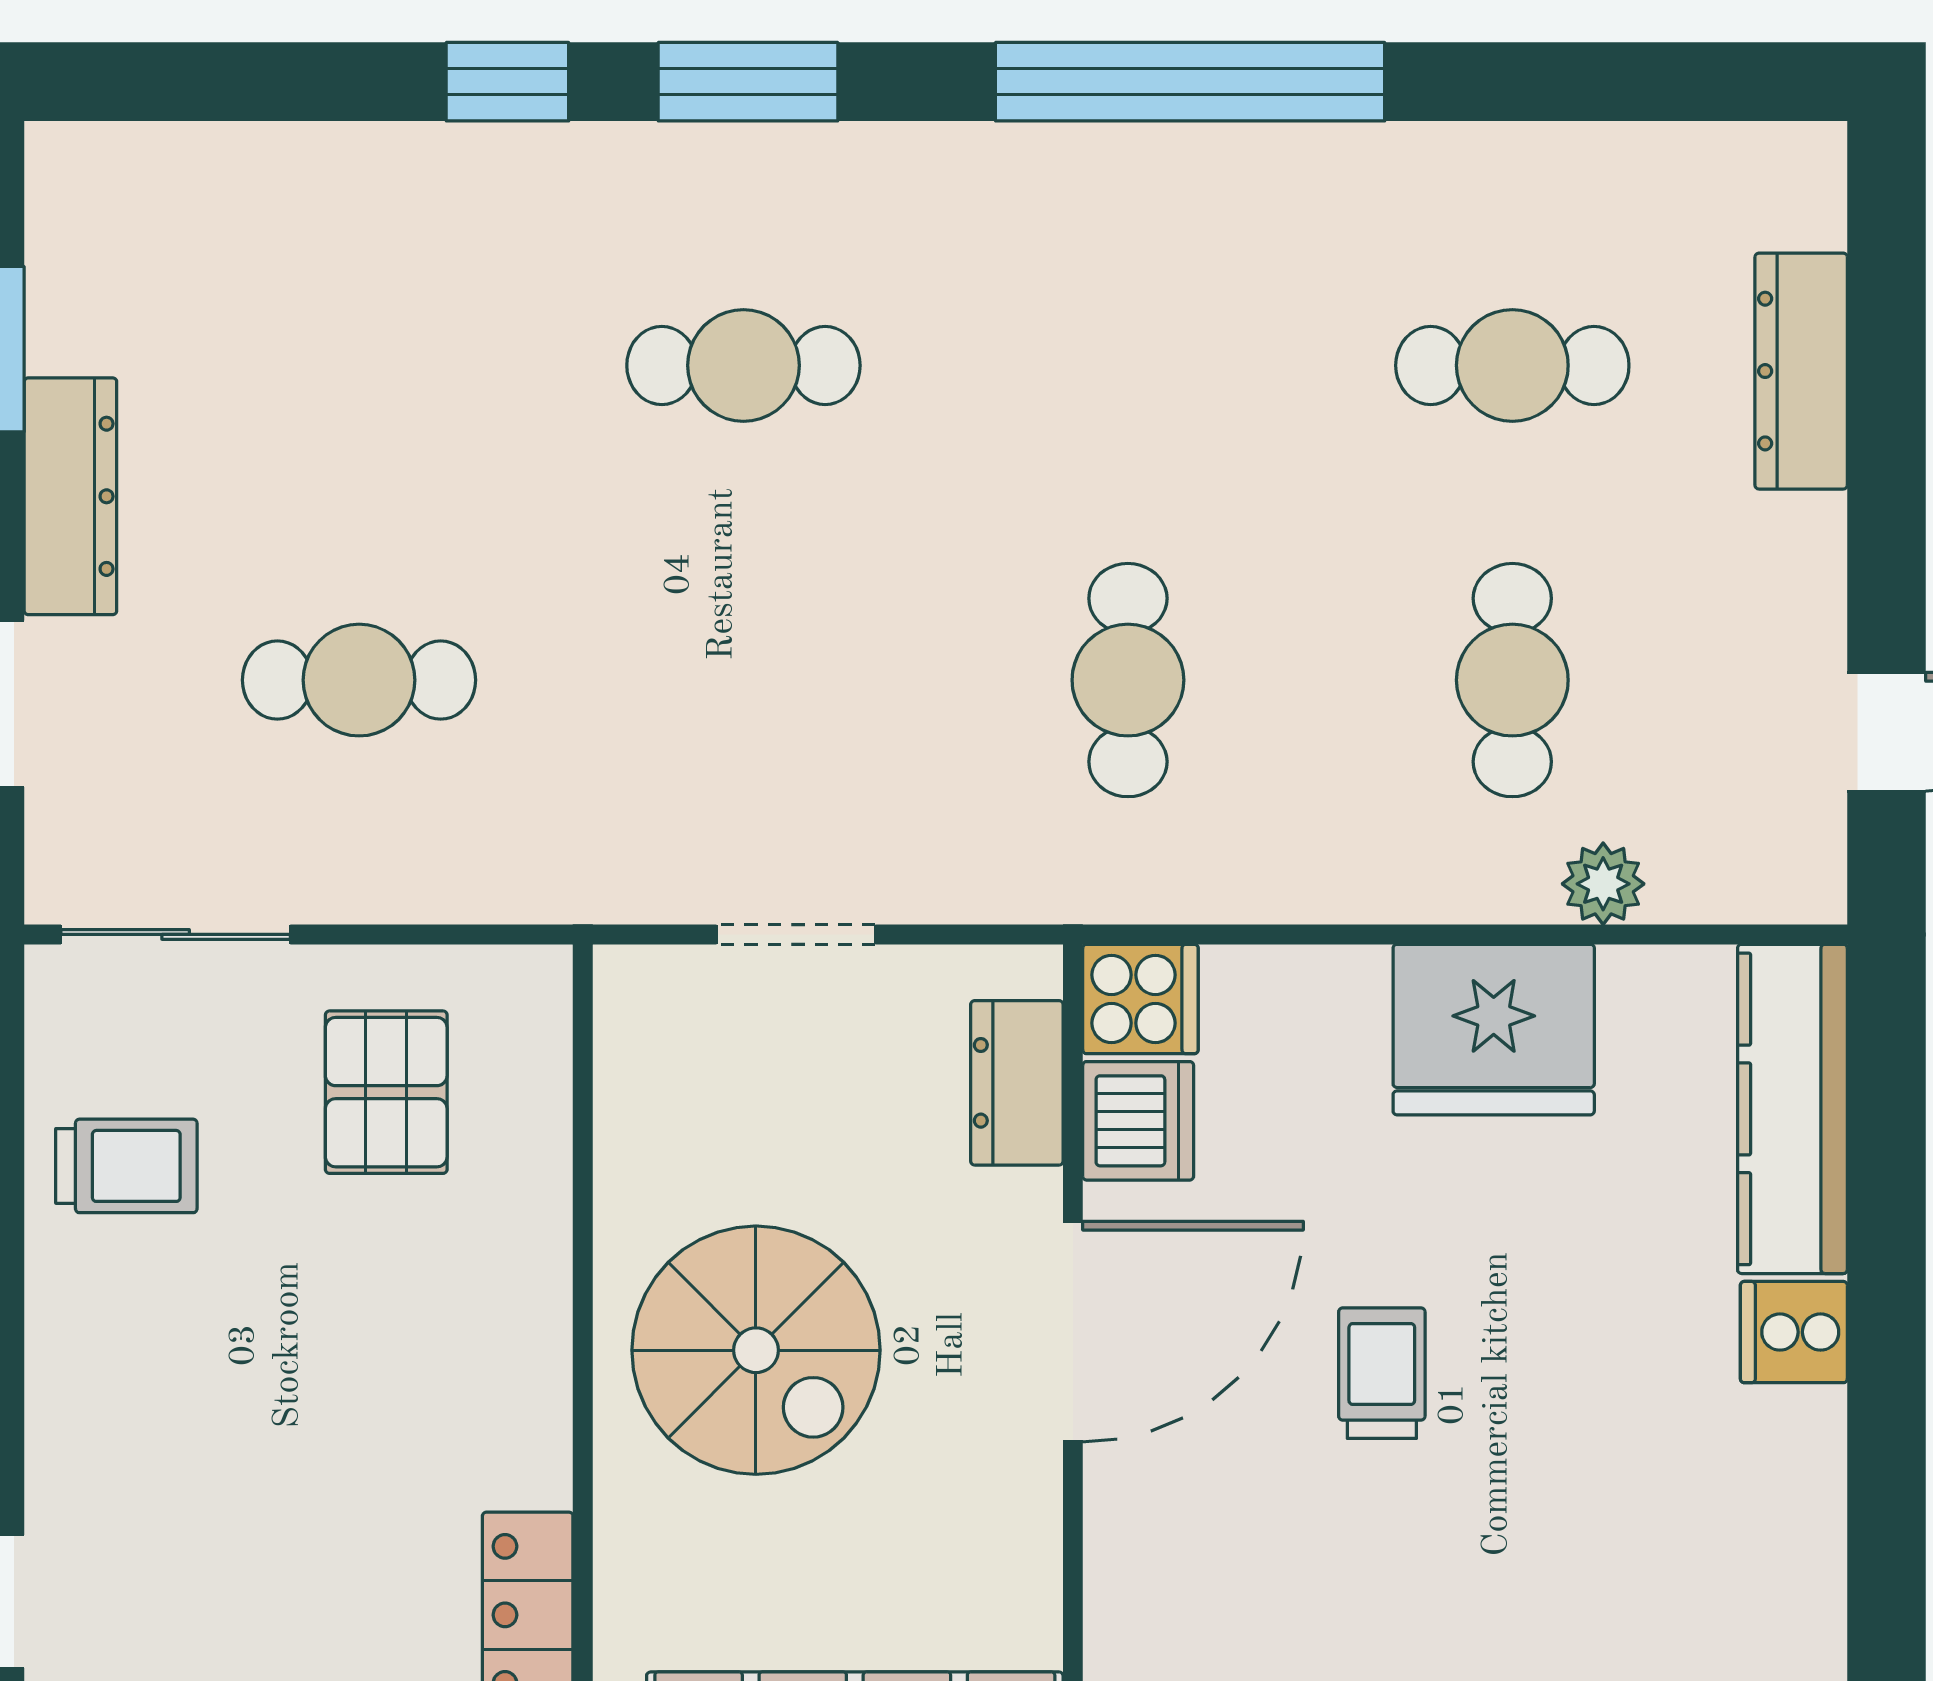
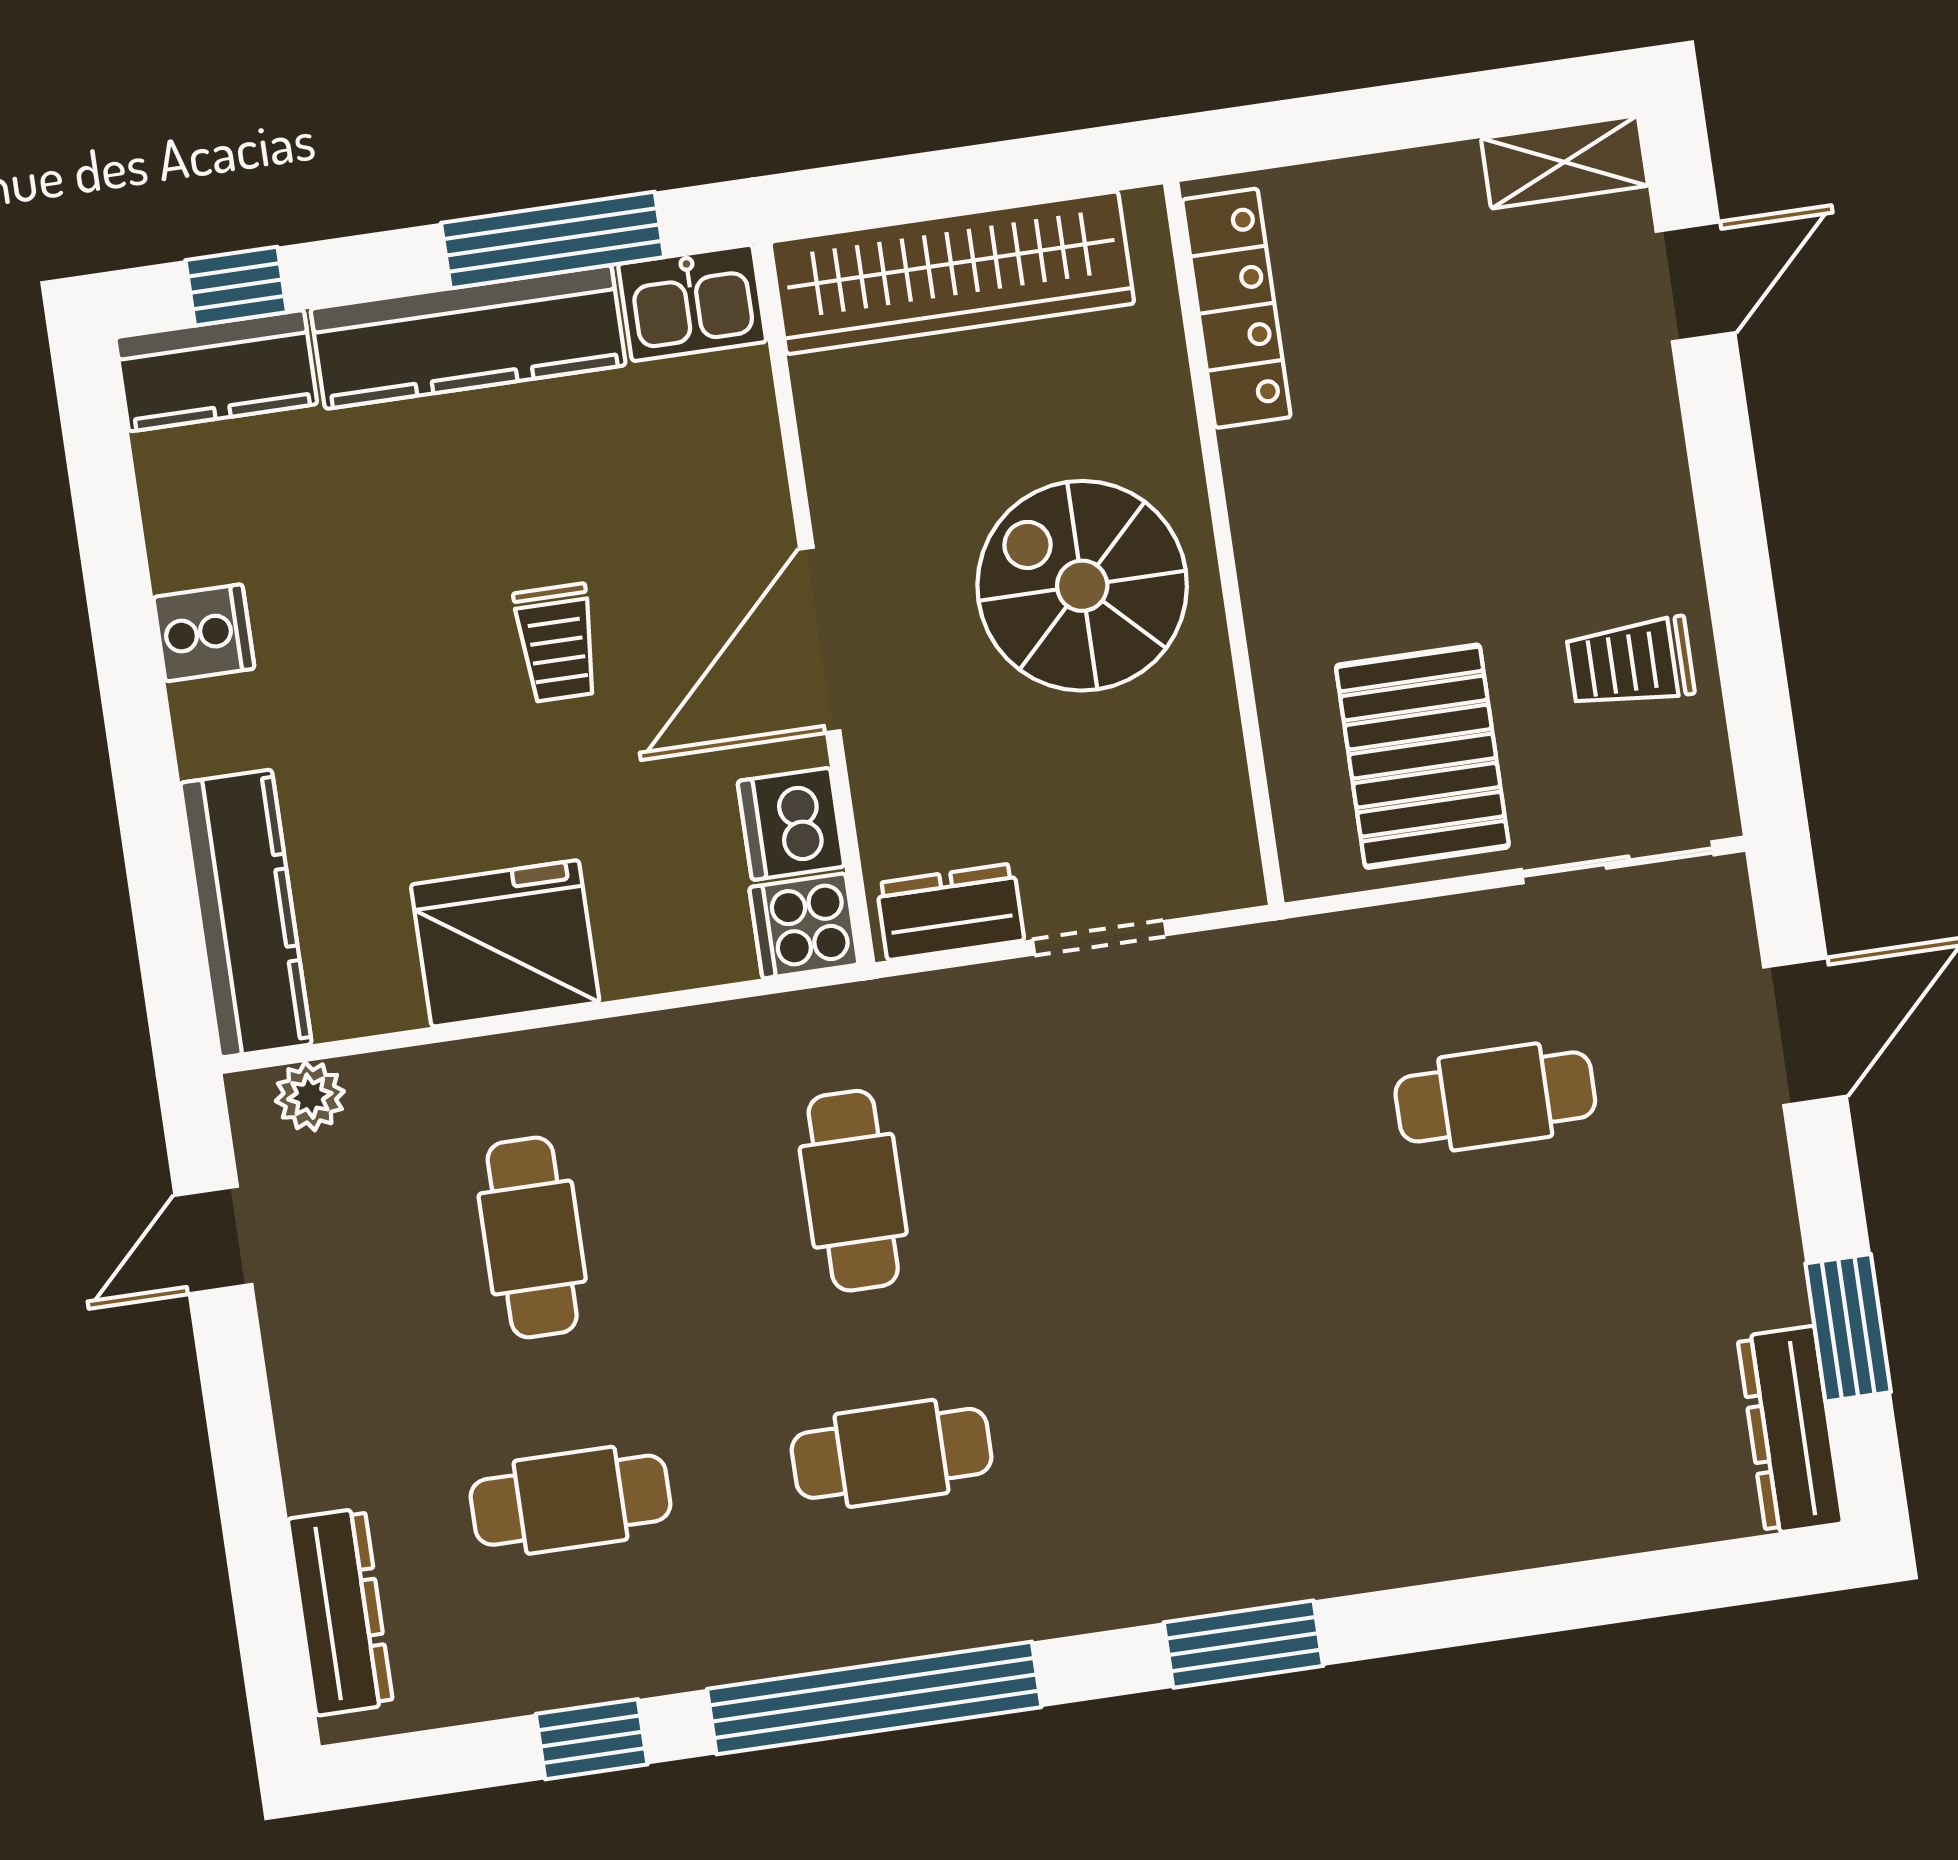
window: (507, 82) -> (592, 1739), moved
cafe table: (743, 365) -> (892, 1453), moved
dresser: (1801, 371) -> (340, 1612), moved
dresser: (70, 496) -> (1790, 1430), moved
plant: (1603, 884) -> (310, 1096), moved
dresser: (1017, 1083) -> (950, 912), moved, turned -90
pallet: (386, 1092) -> (1422, 756), width x1.50, depth x1.42
cooker: (1794, 1332) -> (204, 633), moved

